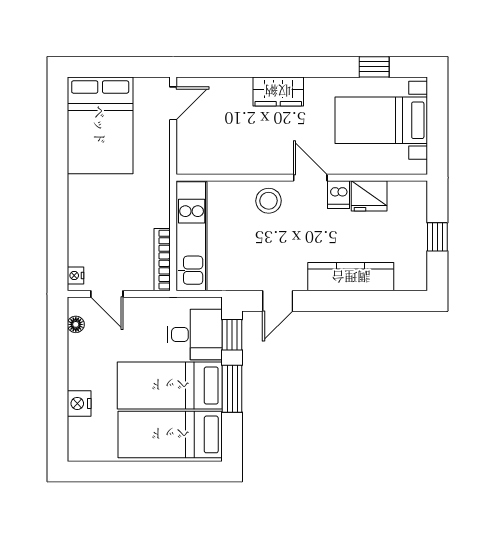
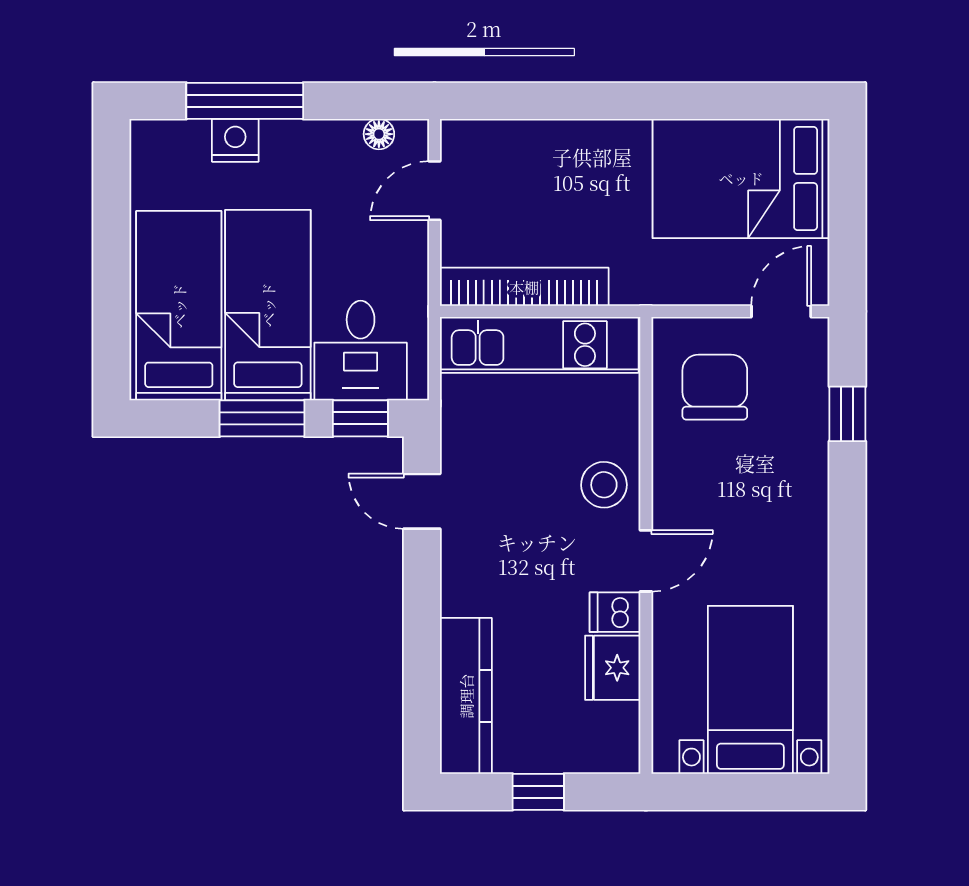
window: (374, 67) -> (847, 414), moved
wardrobe: (278, 91) -> (803, 502), removed
door: (173, 103) -> (781, 311), swing flipped
chair: (215, 140) -> (715, 387), added
bookcase: (162, 260) -> (524, 287), width x1.48, depth x1.31
nightstand: (75, 275) -> (468, 134), removed
kitchen counter: (351, 277) -> (466, 696), moved
window: (57, 398) -> (245, 101), added

